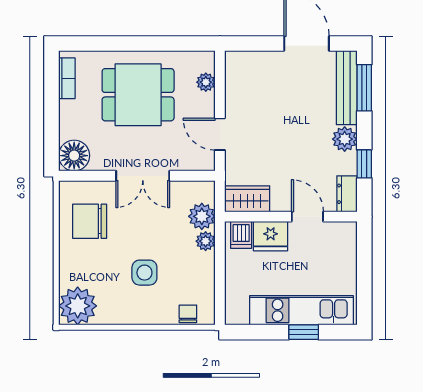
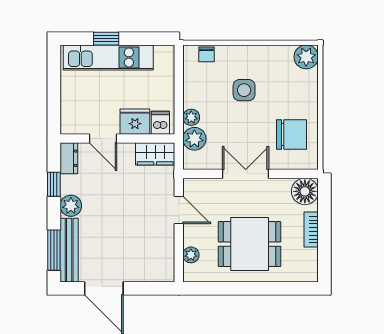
bookcase: (67, 78) -> (311, 230), moved
plant: (78, 306) -> (306, 57), width x0.73, depth x0.73

